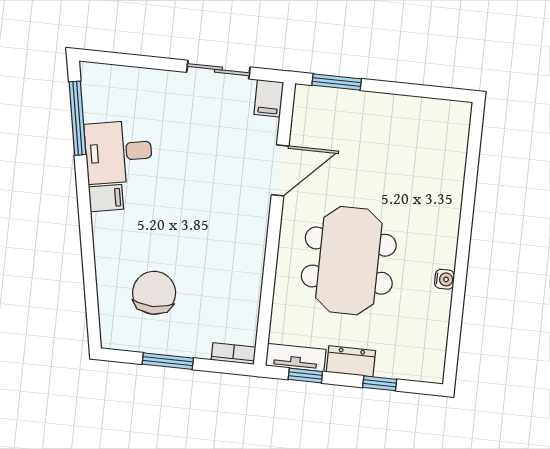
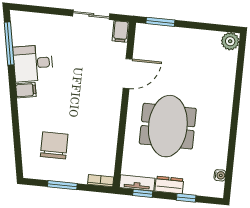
plant: (456, 116) -> (230, 41), added
water cooler: (445, 279) -> (220, 175), moved

